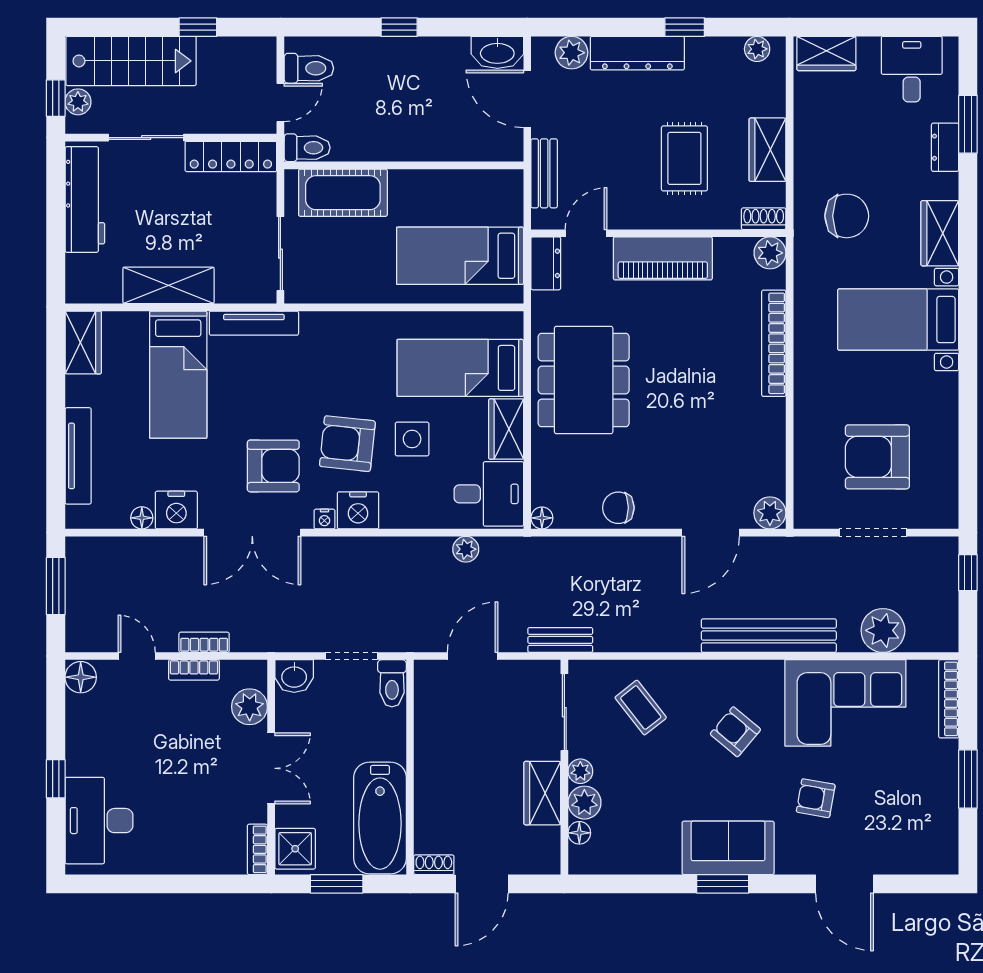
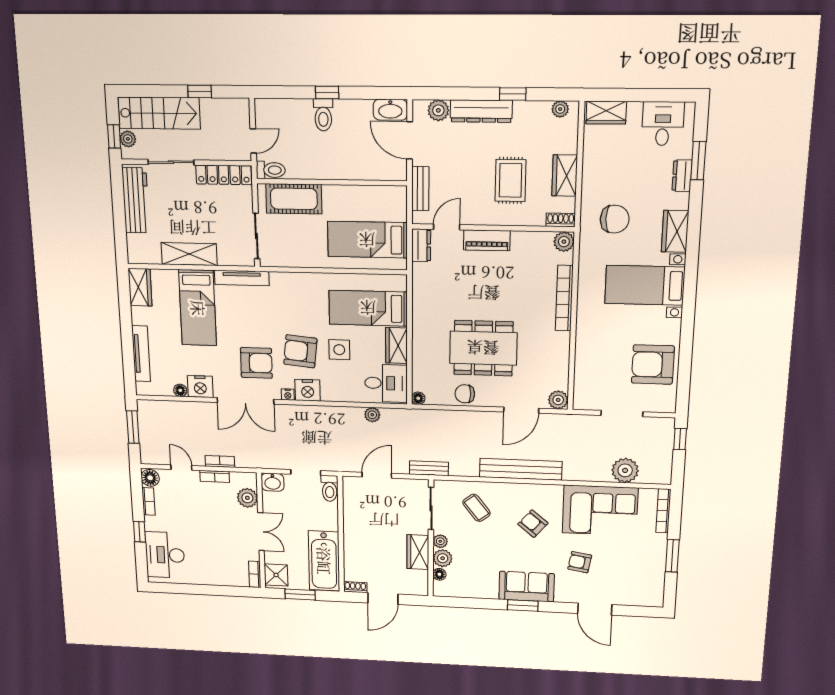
toilet: (309, 68) -> (323, 115), moved, turned 90
piano: (663, 258) -> (487, 240), width x0.73, depth x0.75
dining table: (584, 380) -> (483, 348), moved, turned 90
armchair: (877, 457) -> (653, 365), moved
bench: (769, 636) -> (521, 469), moved
bookcase: (75, 721) -> (148, 501), added

